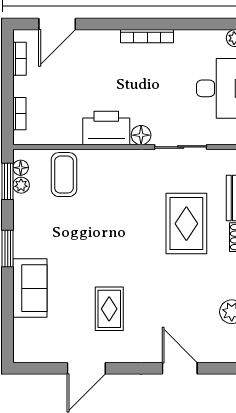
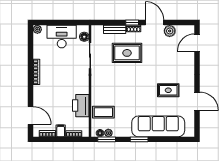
filing cabinet: (25, 86) -> (61, 131), added
printer: (106, 128) -> (81, 106), moved
floor lamp: (141, 135) -> (84, 37), moved
sofa: (30, 288) -> (158, 126), width x1.85, depth x1.27
door: (180, 368) -> (197, 43), moved

